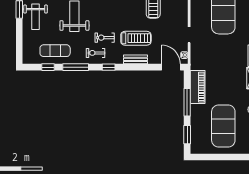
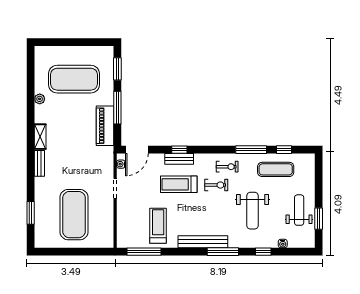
window: (109, 67) -> (179, 150), moved
door: (171, 67) -> (137, 150), hinge flipped
exercise mat: (223, 126) -> (74, 79), turned 90

